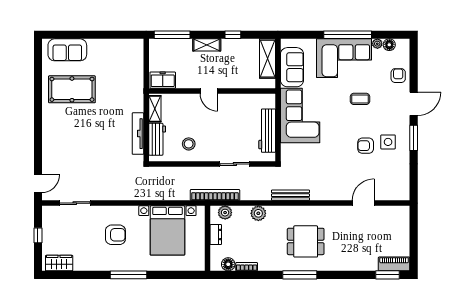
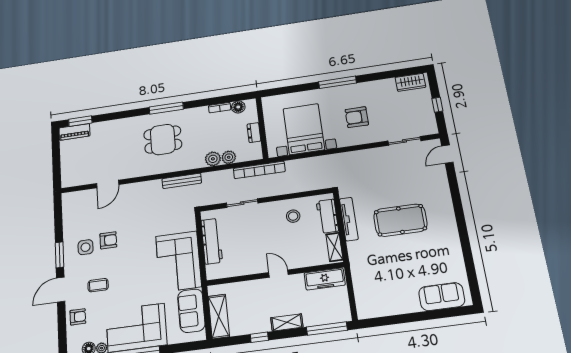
armchair: (398, 76) -> (78, 317), turned -90
freezer: (163, 80) -> (325, 279), width x1.40
pool table: (72, 89) -> (400, 220), moved
coffee table: (360, 99) -> (98, 285), moved
plant: (225, 213) -> (229, 157), moved

